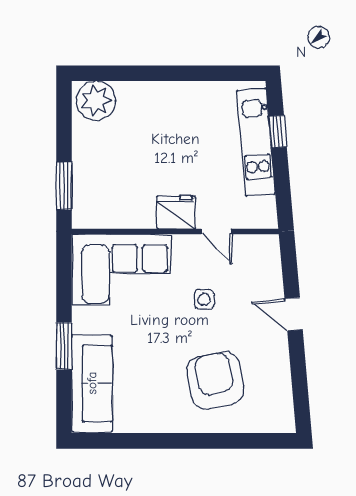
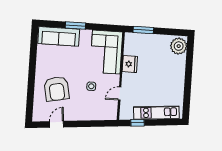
window: (278, 132) -> (137, 123), moved
fridge: (176, 212) -> (130, 64), moved
door: (294, 314) -> (57, 124), moved
armchair: (215, 380) -> (57, 89), turned 91

